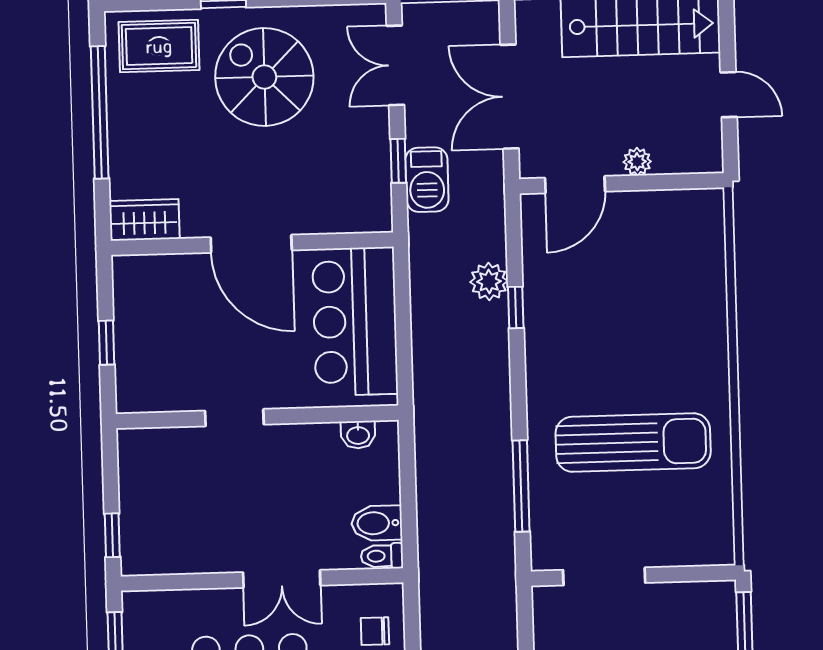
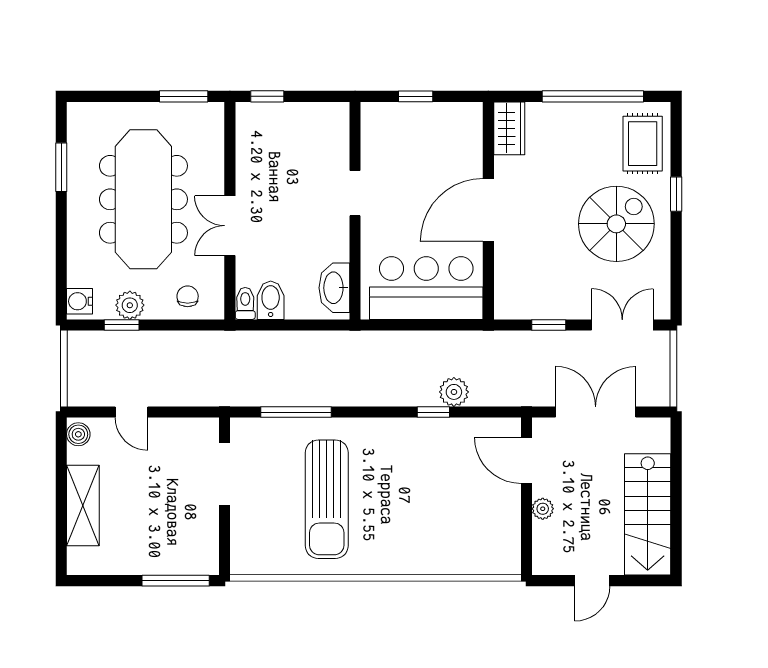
barbecue: (427, 180) -> (534, 347), removed
washbasin: (358, 435) -> (334, 288), width x1.91, depth x1.45

